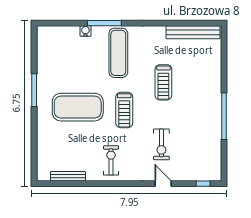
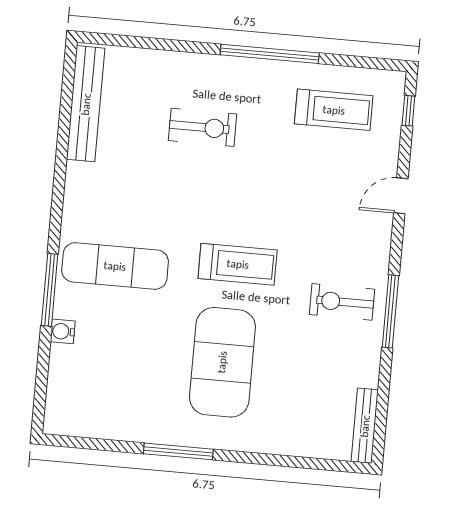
treadmill: (163, 82) -> (334, 110), moved
exercise bike: (161, 144) -> (203, 127), moved
bench: (68, 176) -> (365, 426), moved
window: (109, 184) -> (390, 311), added

